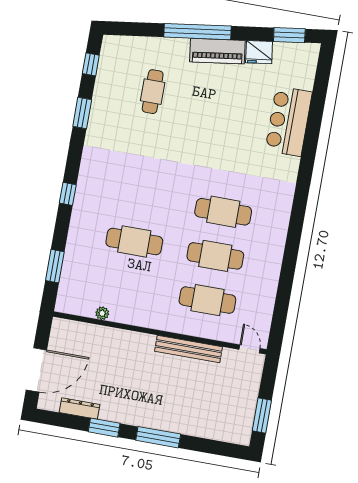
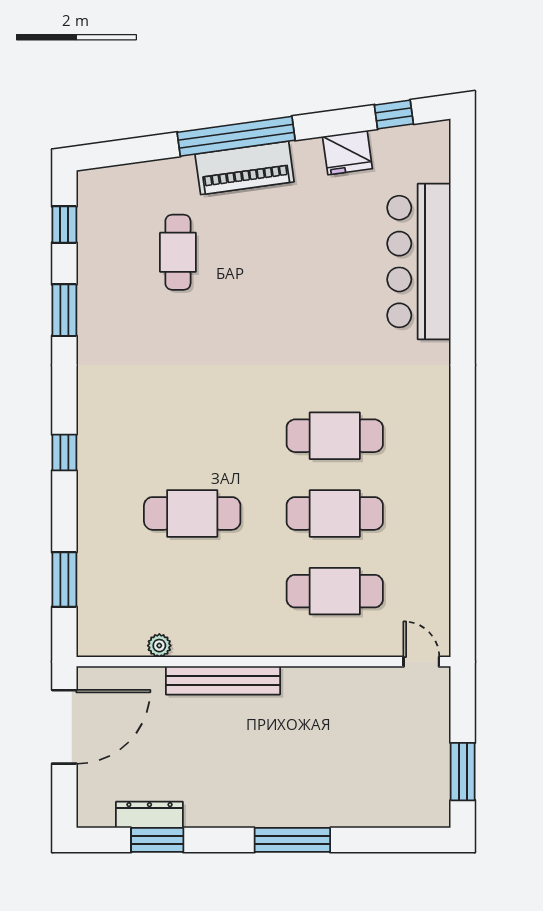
window: (289, 35) -> (394, 114), width x0.67
piano: (217, 51) -> (245, 168), moved
bar counter: (289, 121) -> (419, 262), width x1.36
bench: (188, 349) -> (223, 680), moved
door: (36, 370) -> (64, 727), moved
window: (104, 428) -> (157, 840), moved

